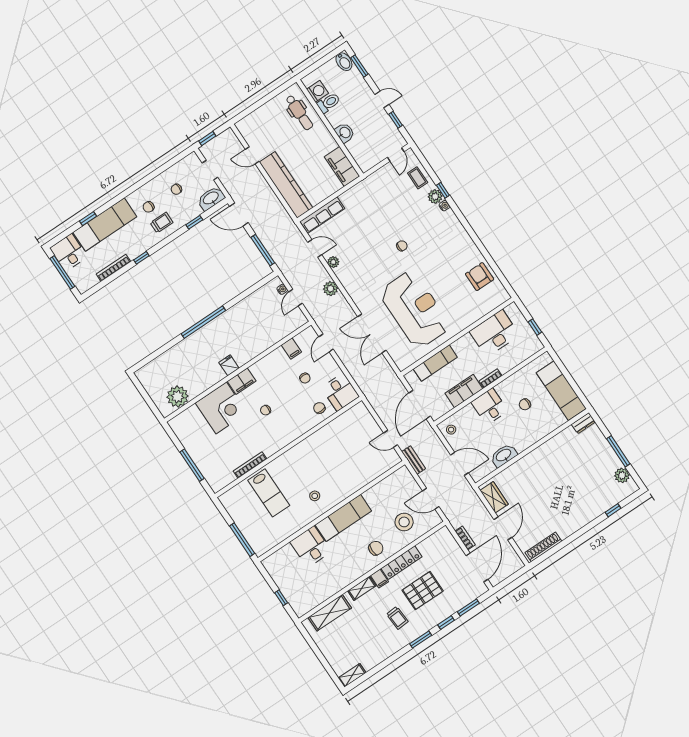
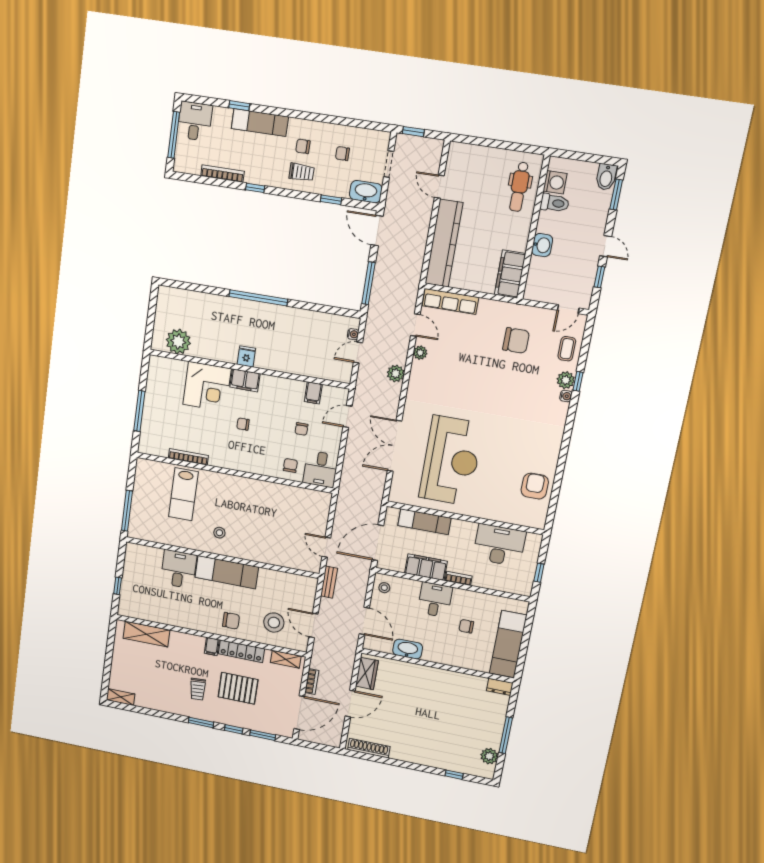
exam couch: (105, 225) -> (260, 123), width x0.73, depth x0.69
chair: (402, 246) -> (516, 340), moved, width x1.87, depth x1.87
shelving: (362, 588) -> (286, 659), moved

